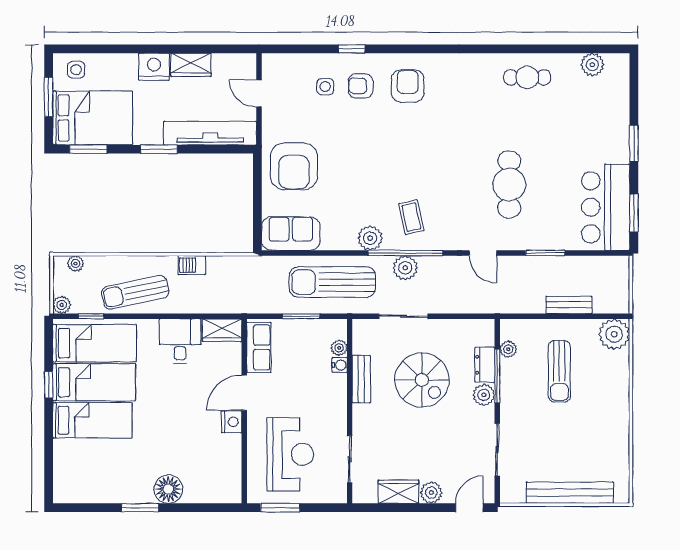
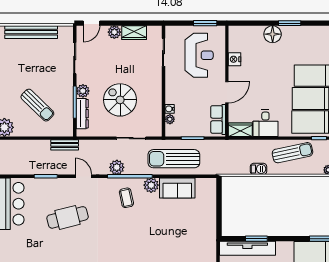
window: (159, 149) -> (256, 239), moved
armchair: (294, 166) -> (197, 228), removed
cafe table: (509, 184) -> (68, 217), turned 76
sofa: (291, 234) -> (177, 188), moved
plant: (405, 268) -> (117, 167), moved
sun lounger: (332, 282) -> (174, 159), turned 180
bench: (569, 305) -> (65, 145), moved
plant: (508, 349) -> (68, 118), removed
dresser: (485, 365) -> (82, 114), width x1.44
sun lounger: (559, 371) -> (37, 105), turned 134
bench: (361, 379) -> (156, 100), removed
nightstand: (232, 422) -> (234, 59), moved
reception desk: (290, 454) -> (199, 55), turned 180

